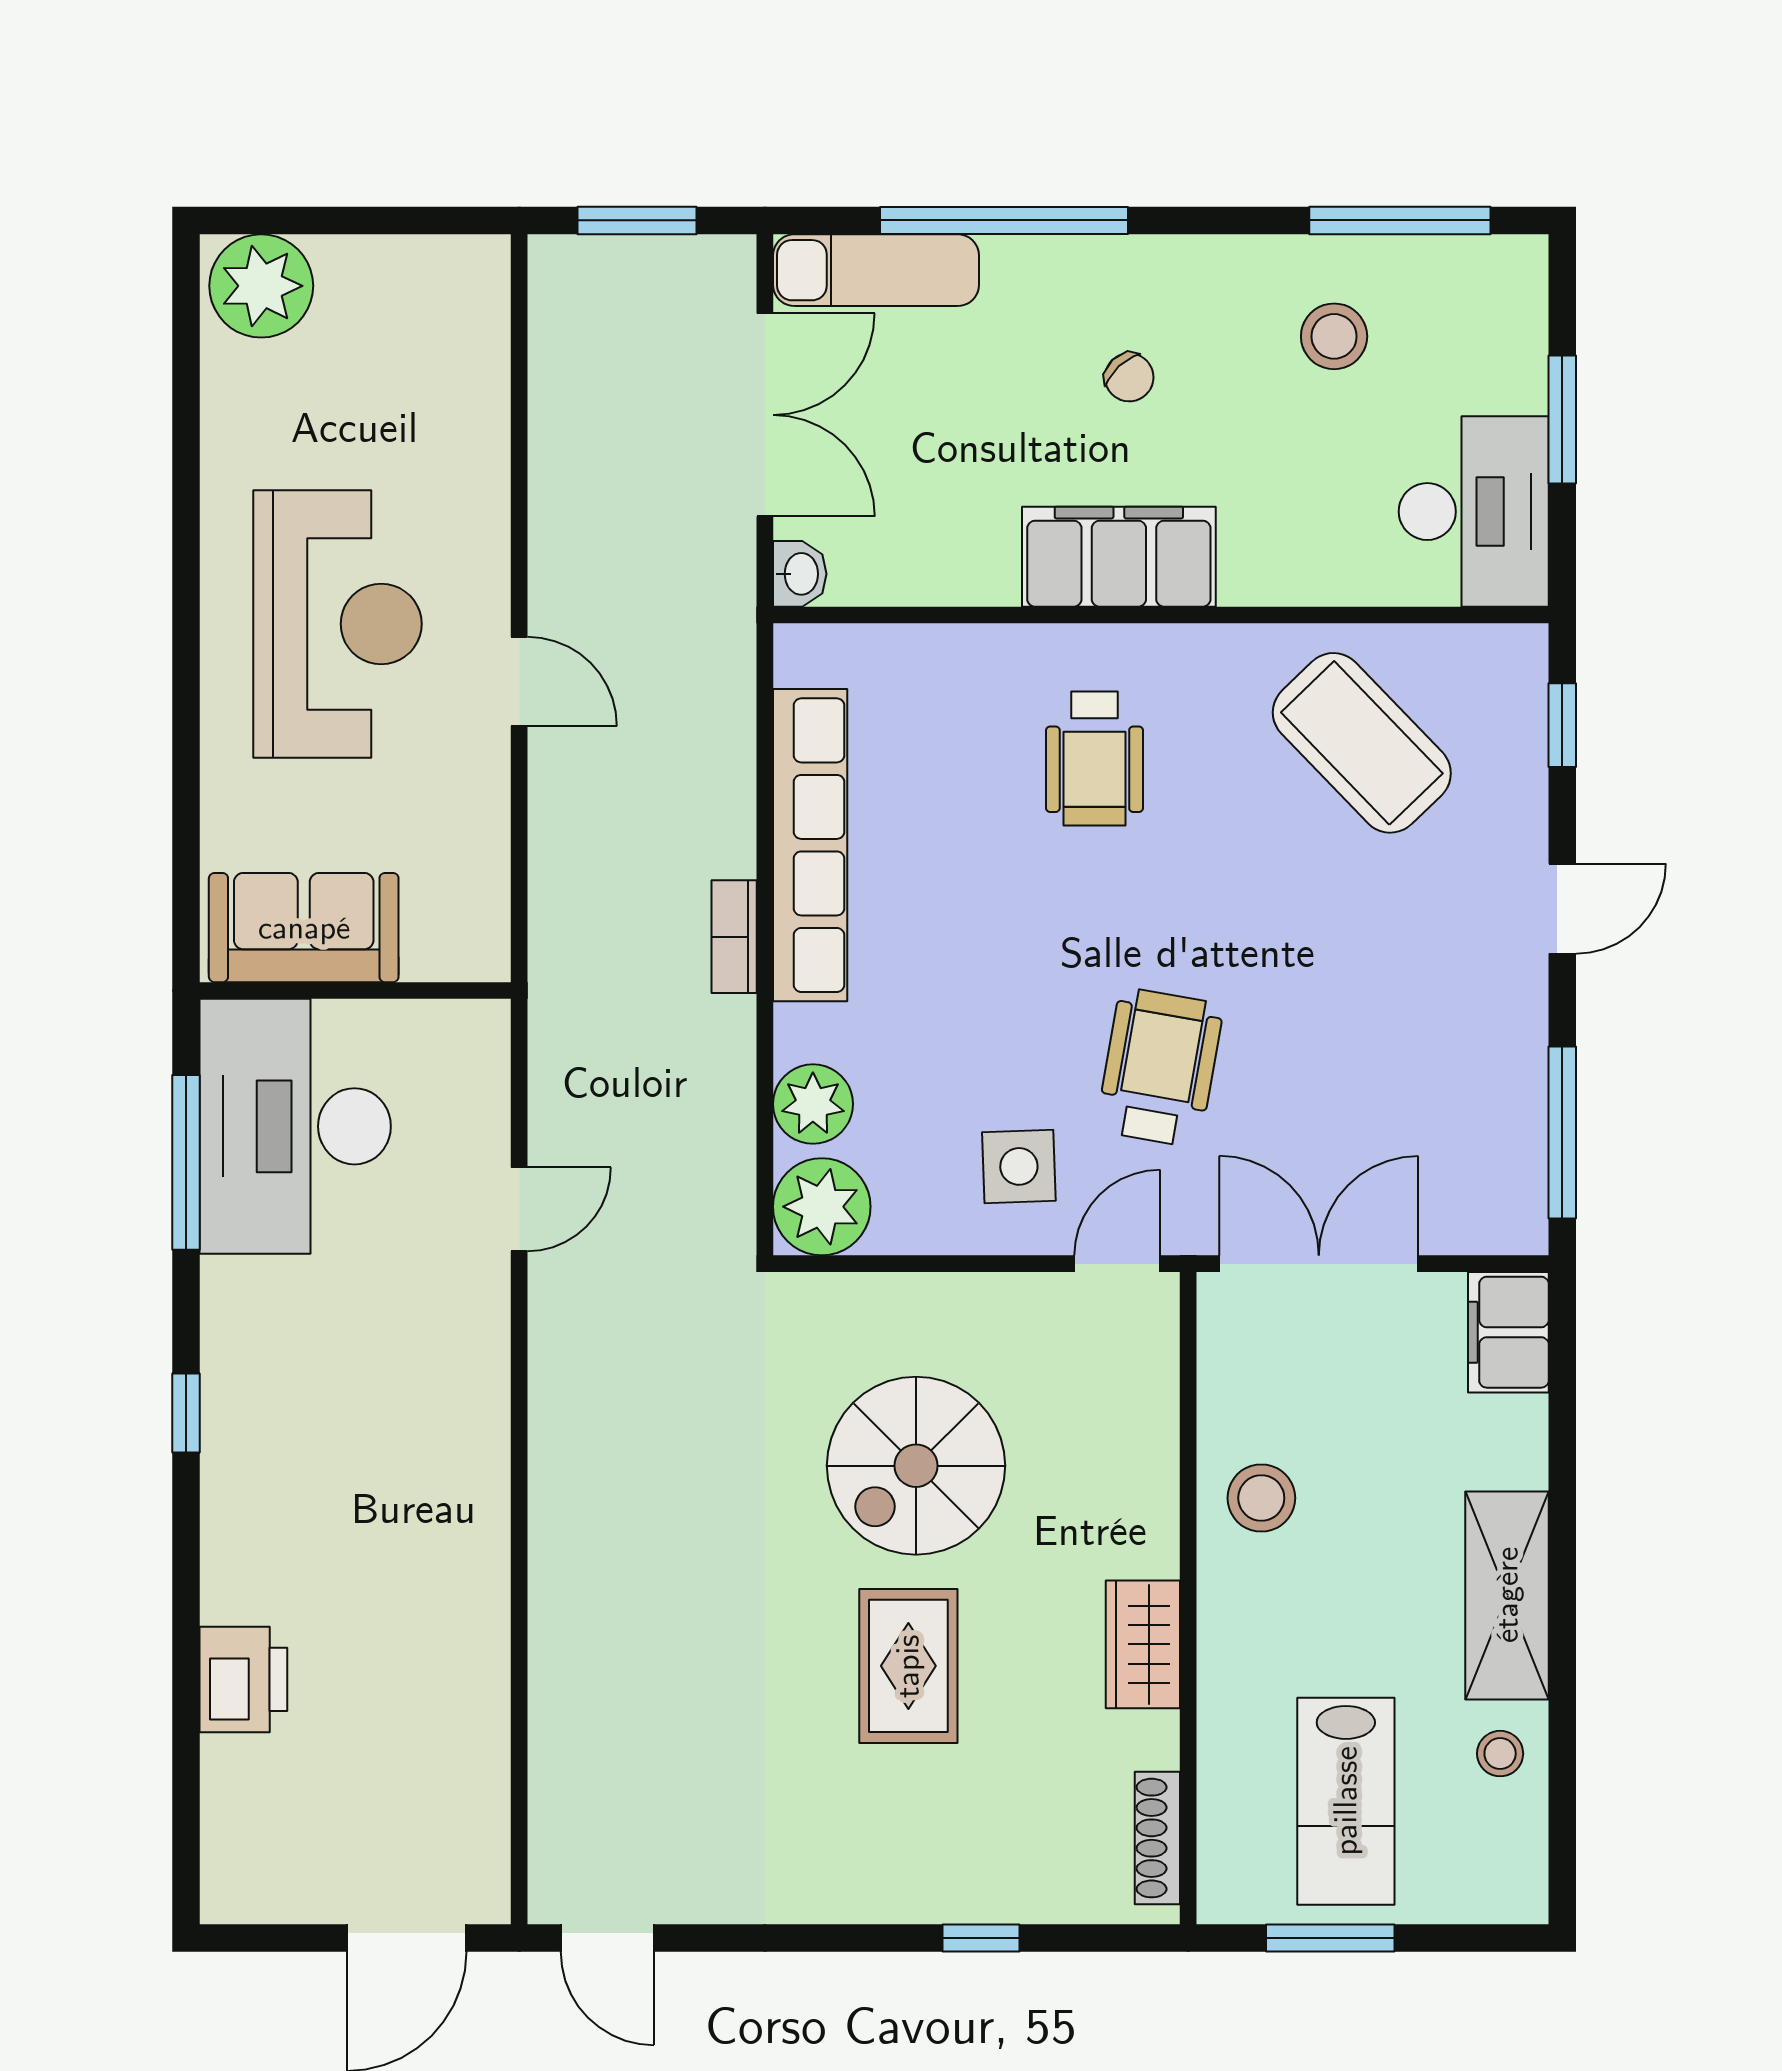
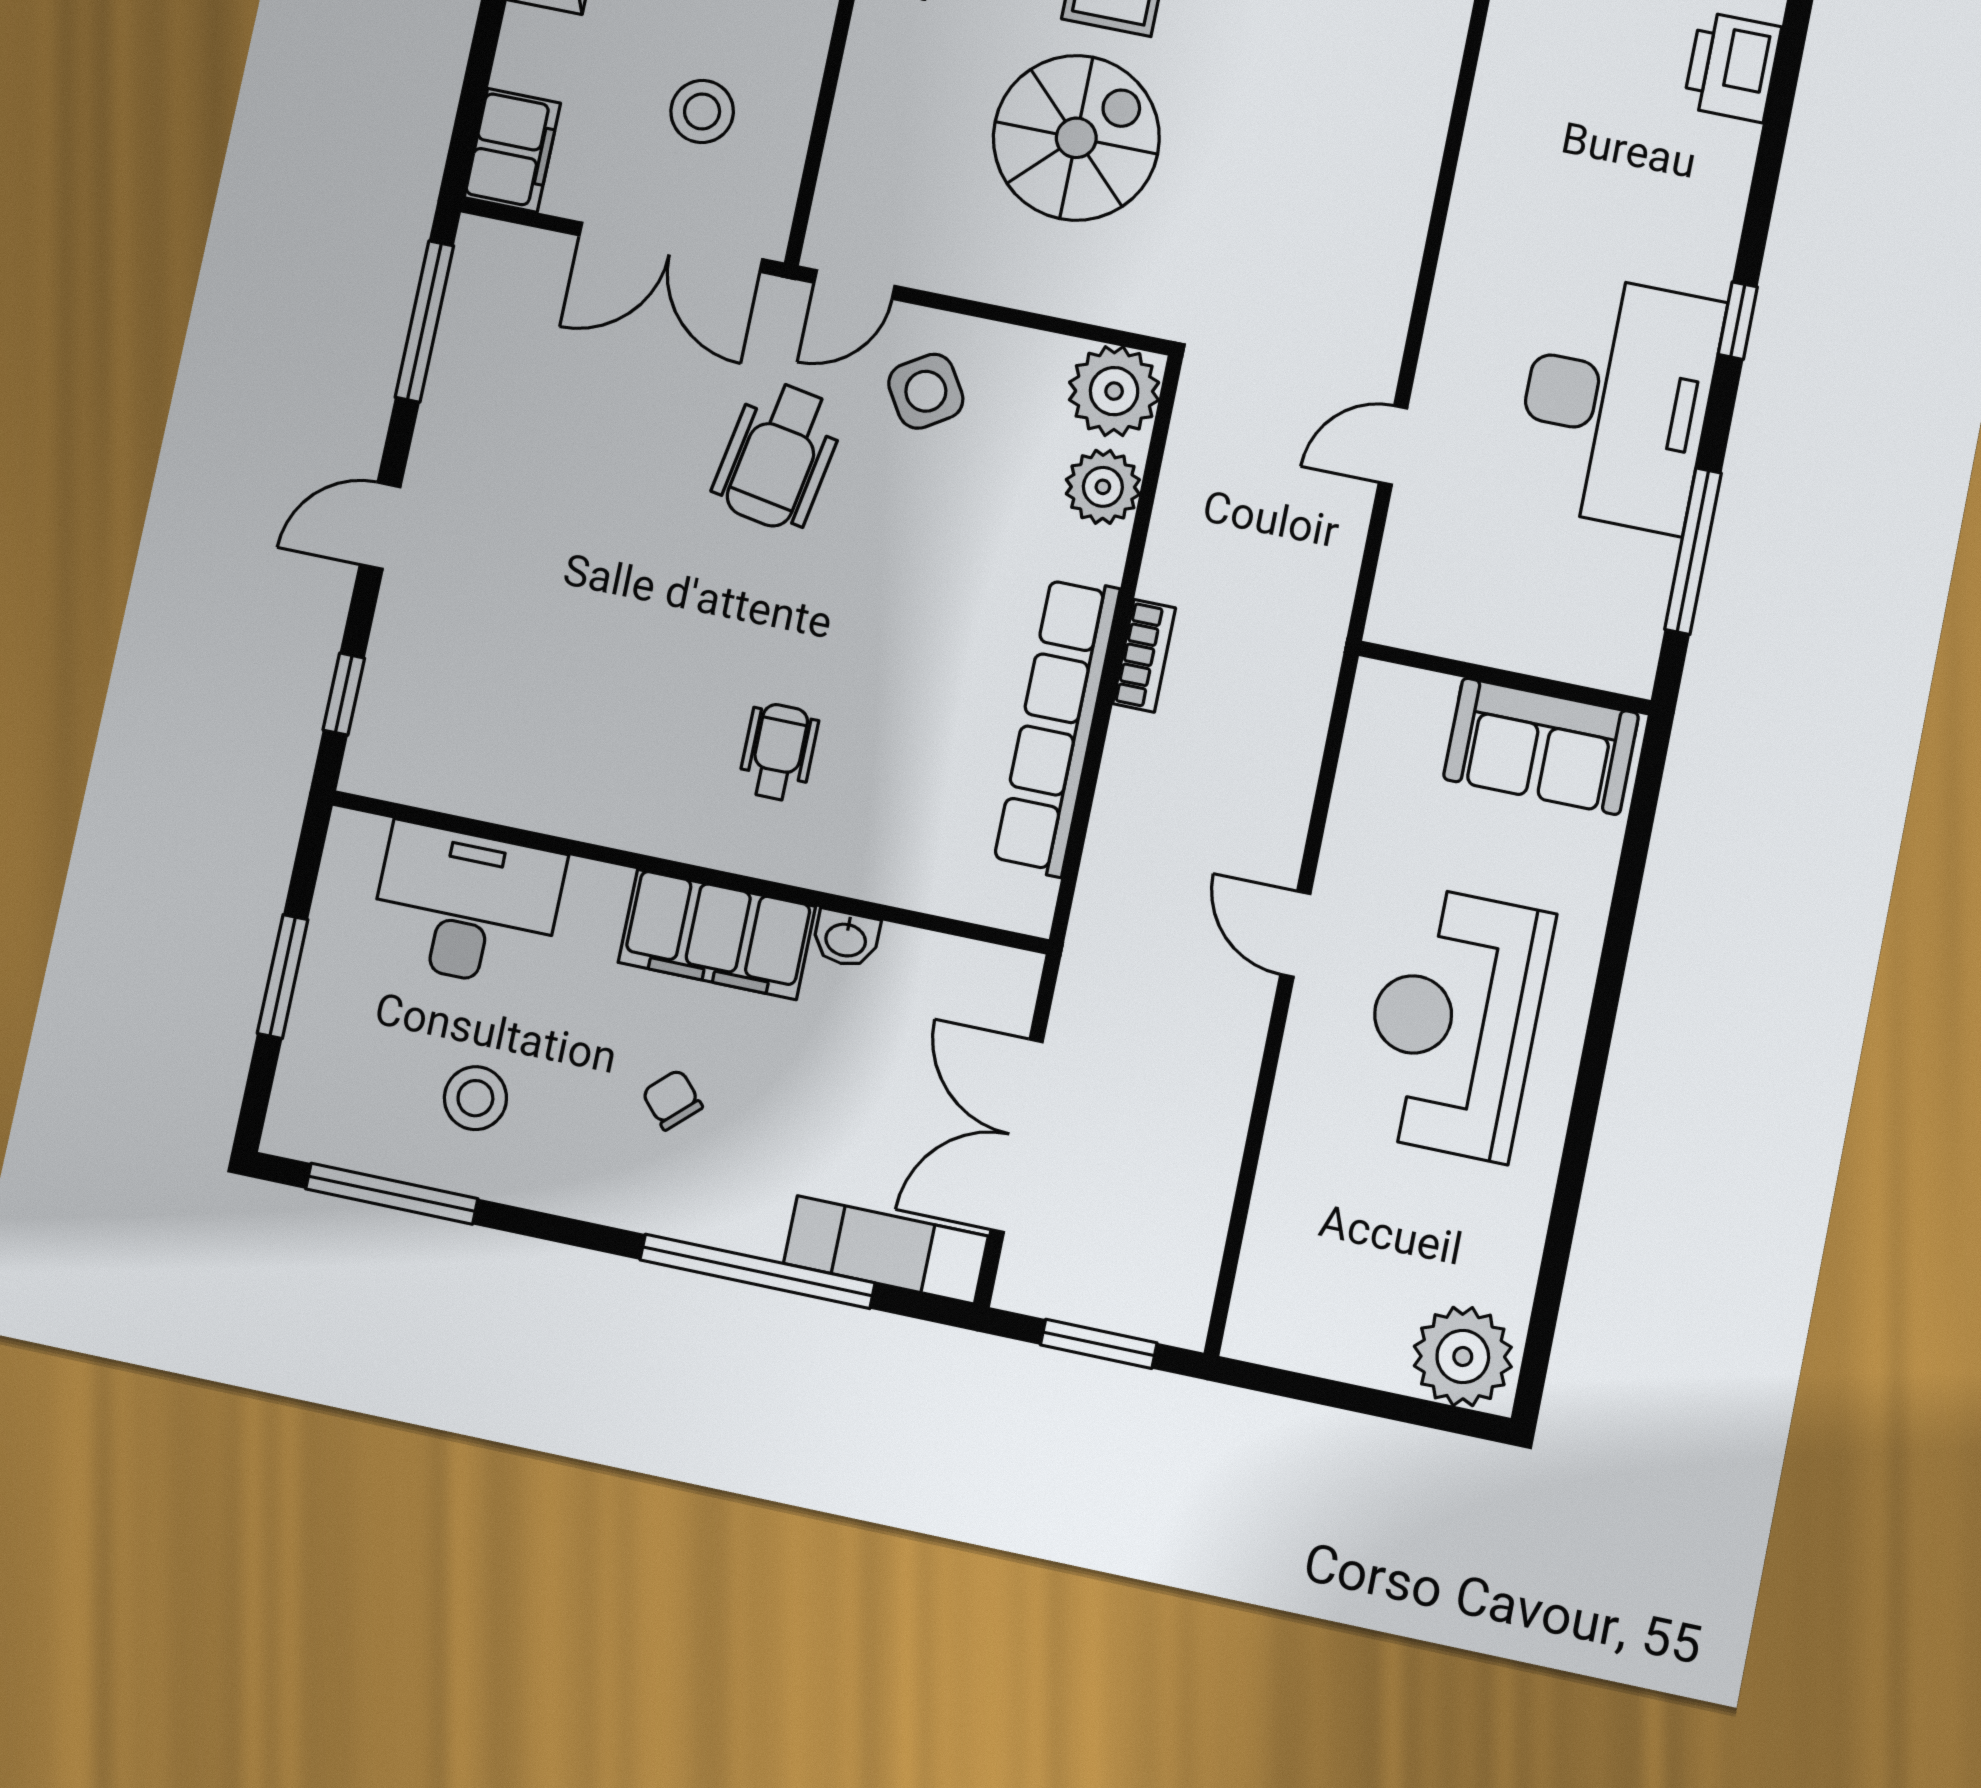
desk: (1474, 512) -> (467, 906), moved, turned 90
washbasin: (800, 574) -> (846, 939), moved, turned -90
coffee table: (1362, 743) -> (530, 716), removed
wheelchair: (1094, 759) -> (778, 752), width x0.73, depth x0.73
desk: (295, 1126) -> (1617, 402), moved
side table: (1019, 1166) -> (926, 391), turned -30
stool: (1261, 1498) -> (702, 111), moved

